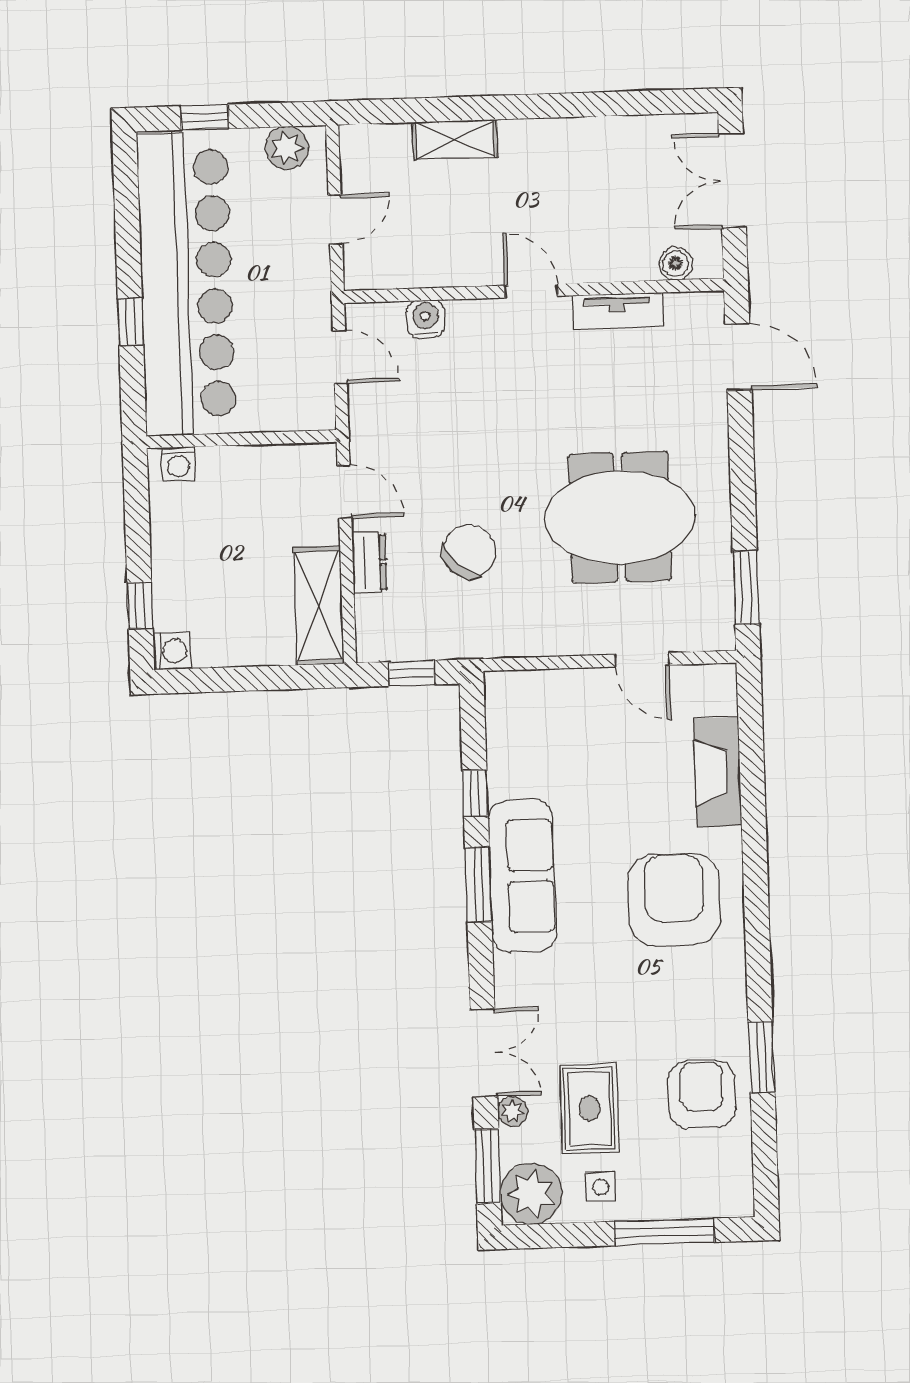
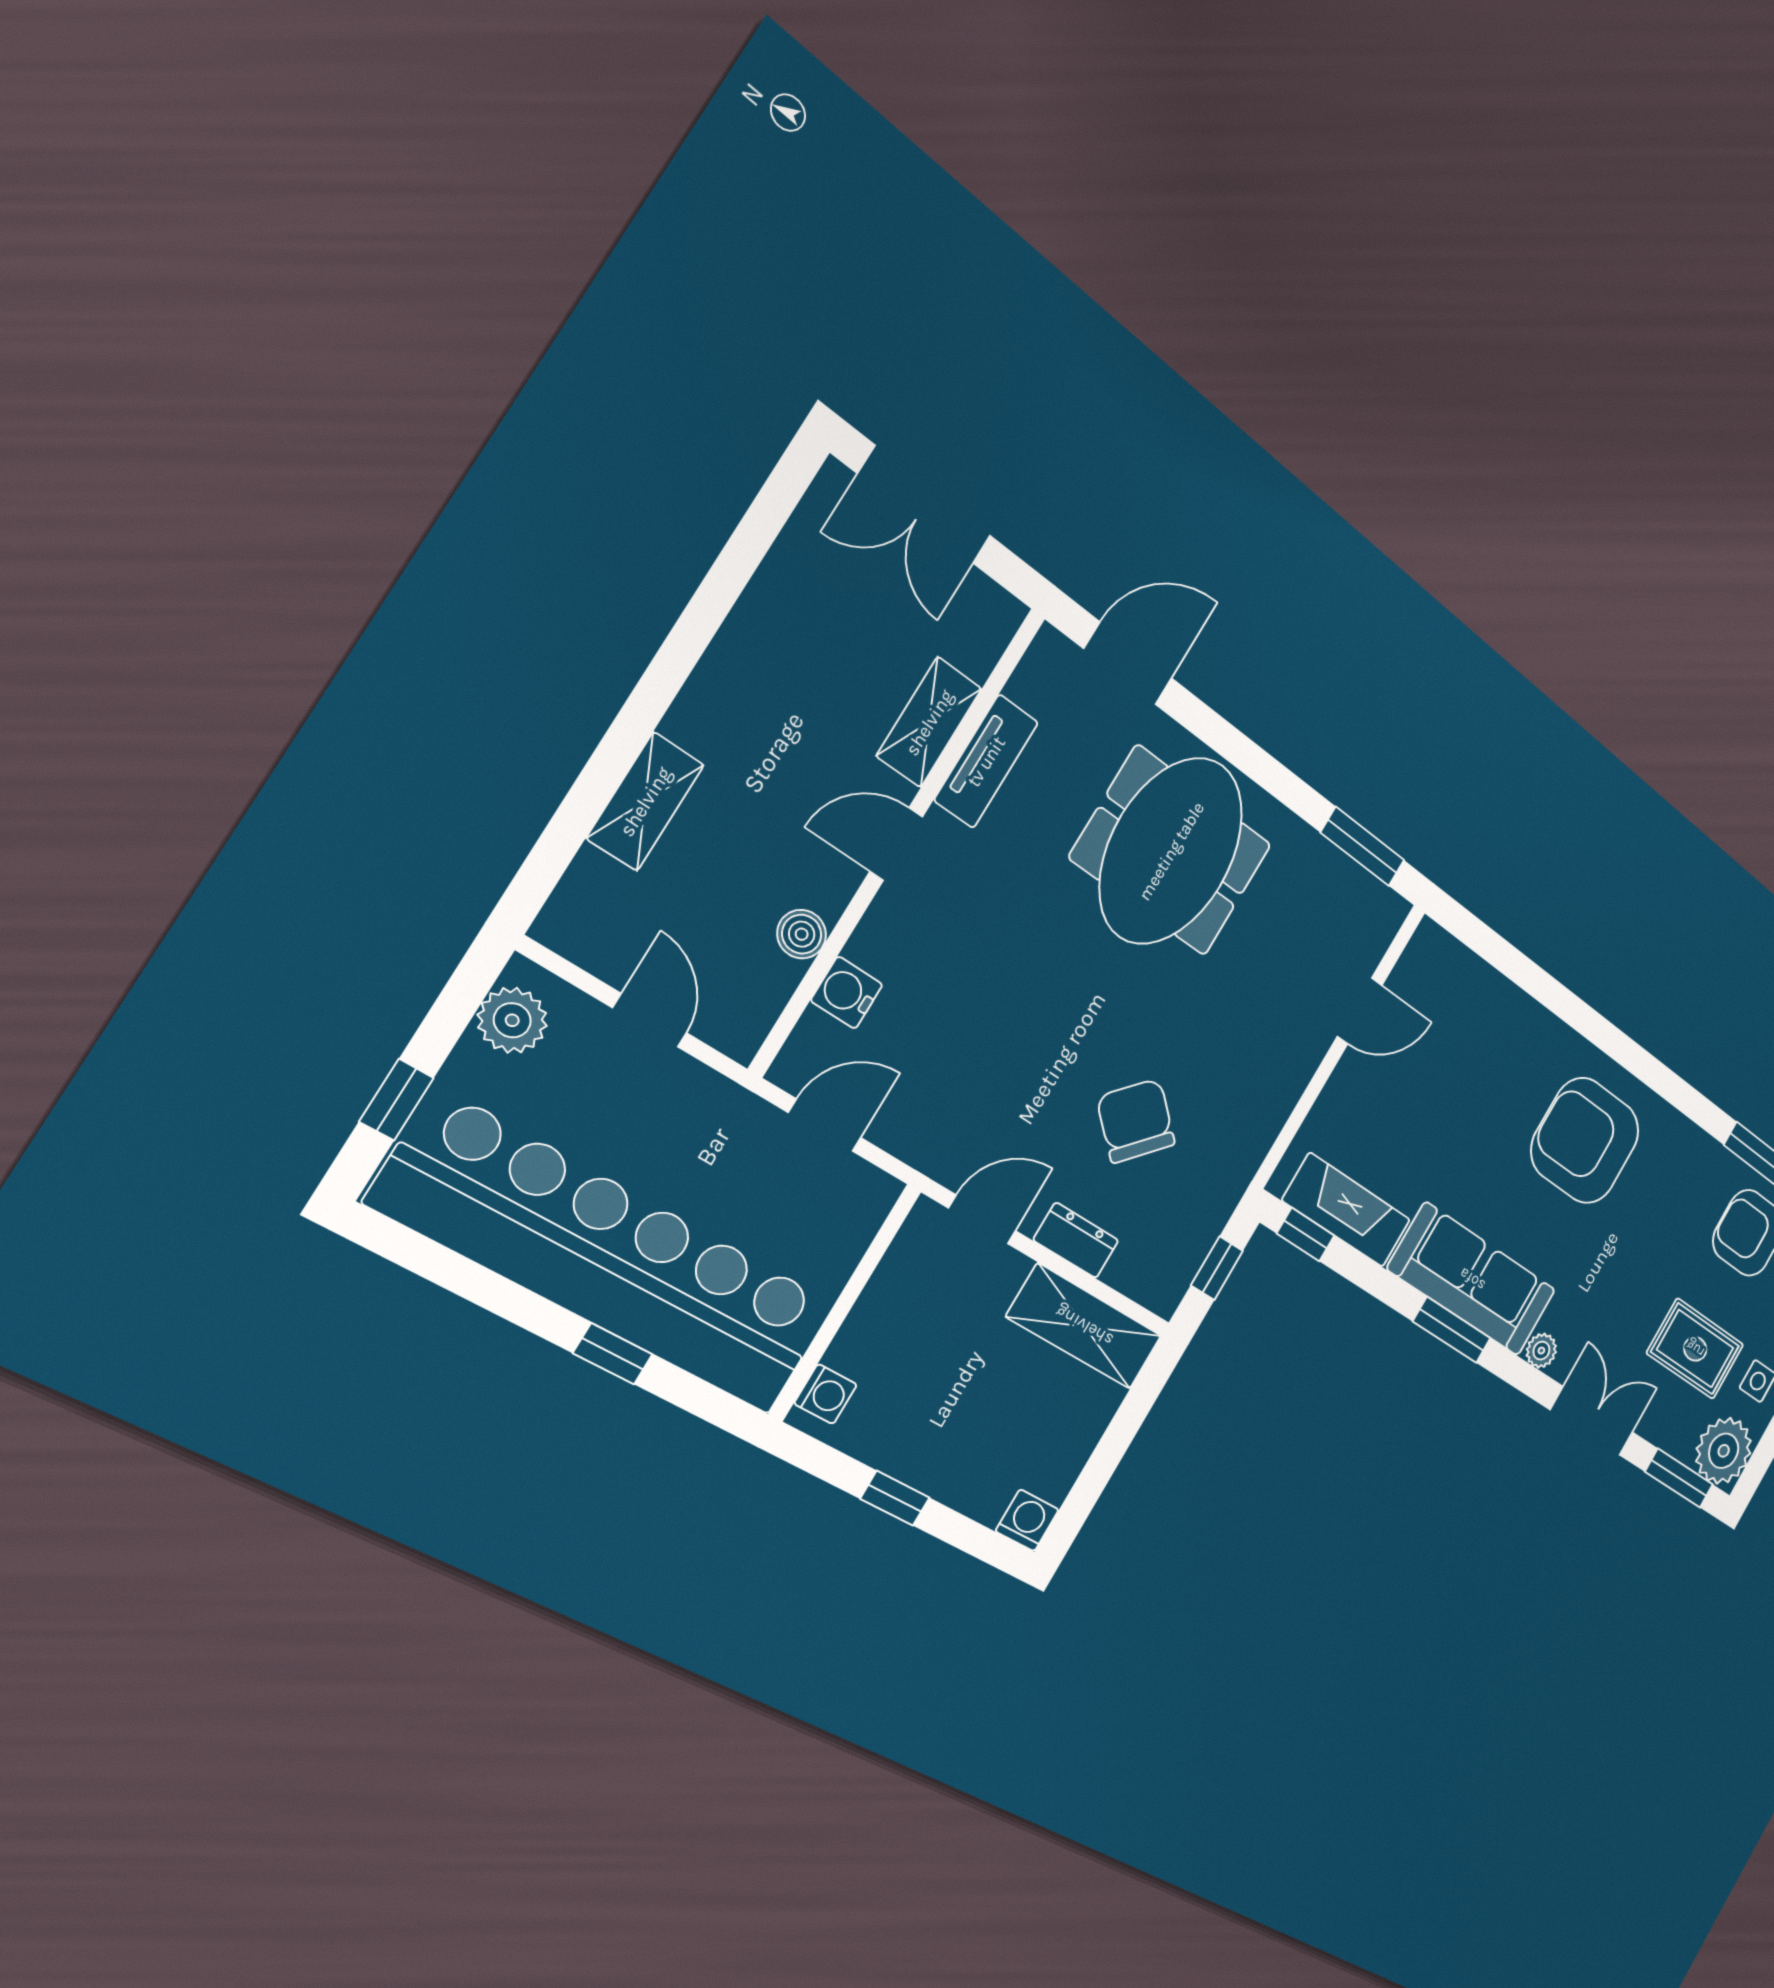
shelving: (614, 263) -> (929, 722), added
boiler: (676, 263) -> (802, 934), moved
meeting table: (620, 517) -> (1171, 851), moved
window: (140, 605) -> (895, 1498), moved
fireplace: (718, 772) -> (1347, 1210), moved, turned 180
window: (475, 793) -> (1306, 1235), moved
plant: (513, 1112) -> (1541, 1351), moved

